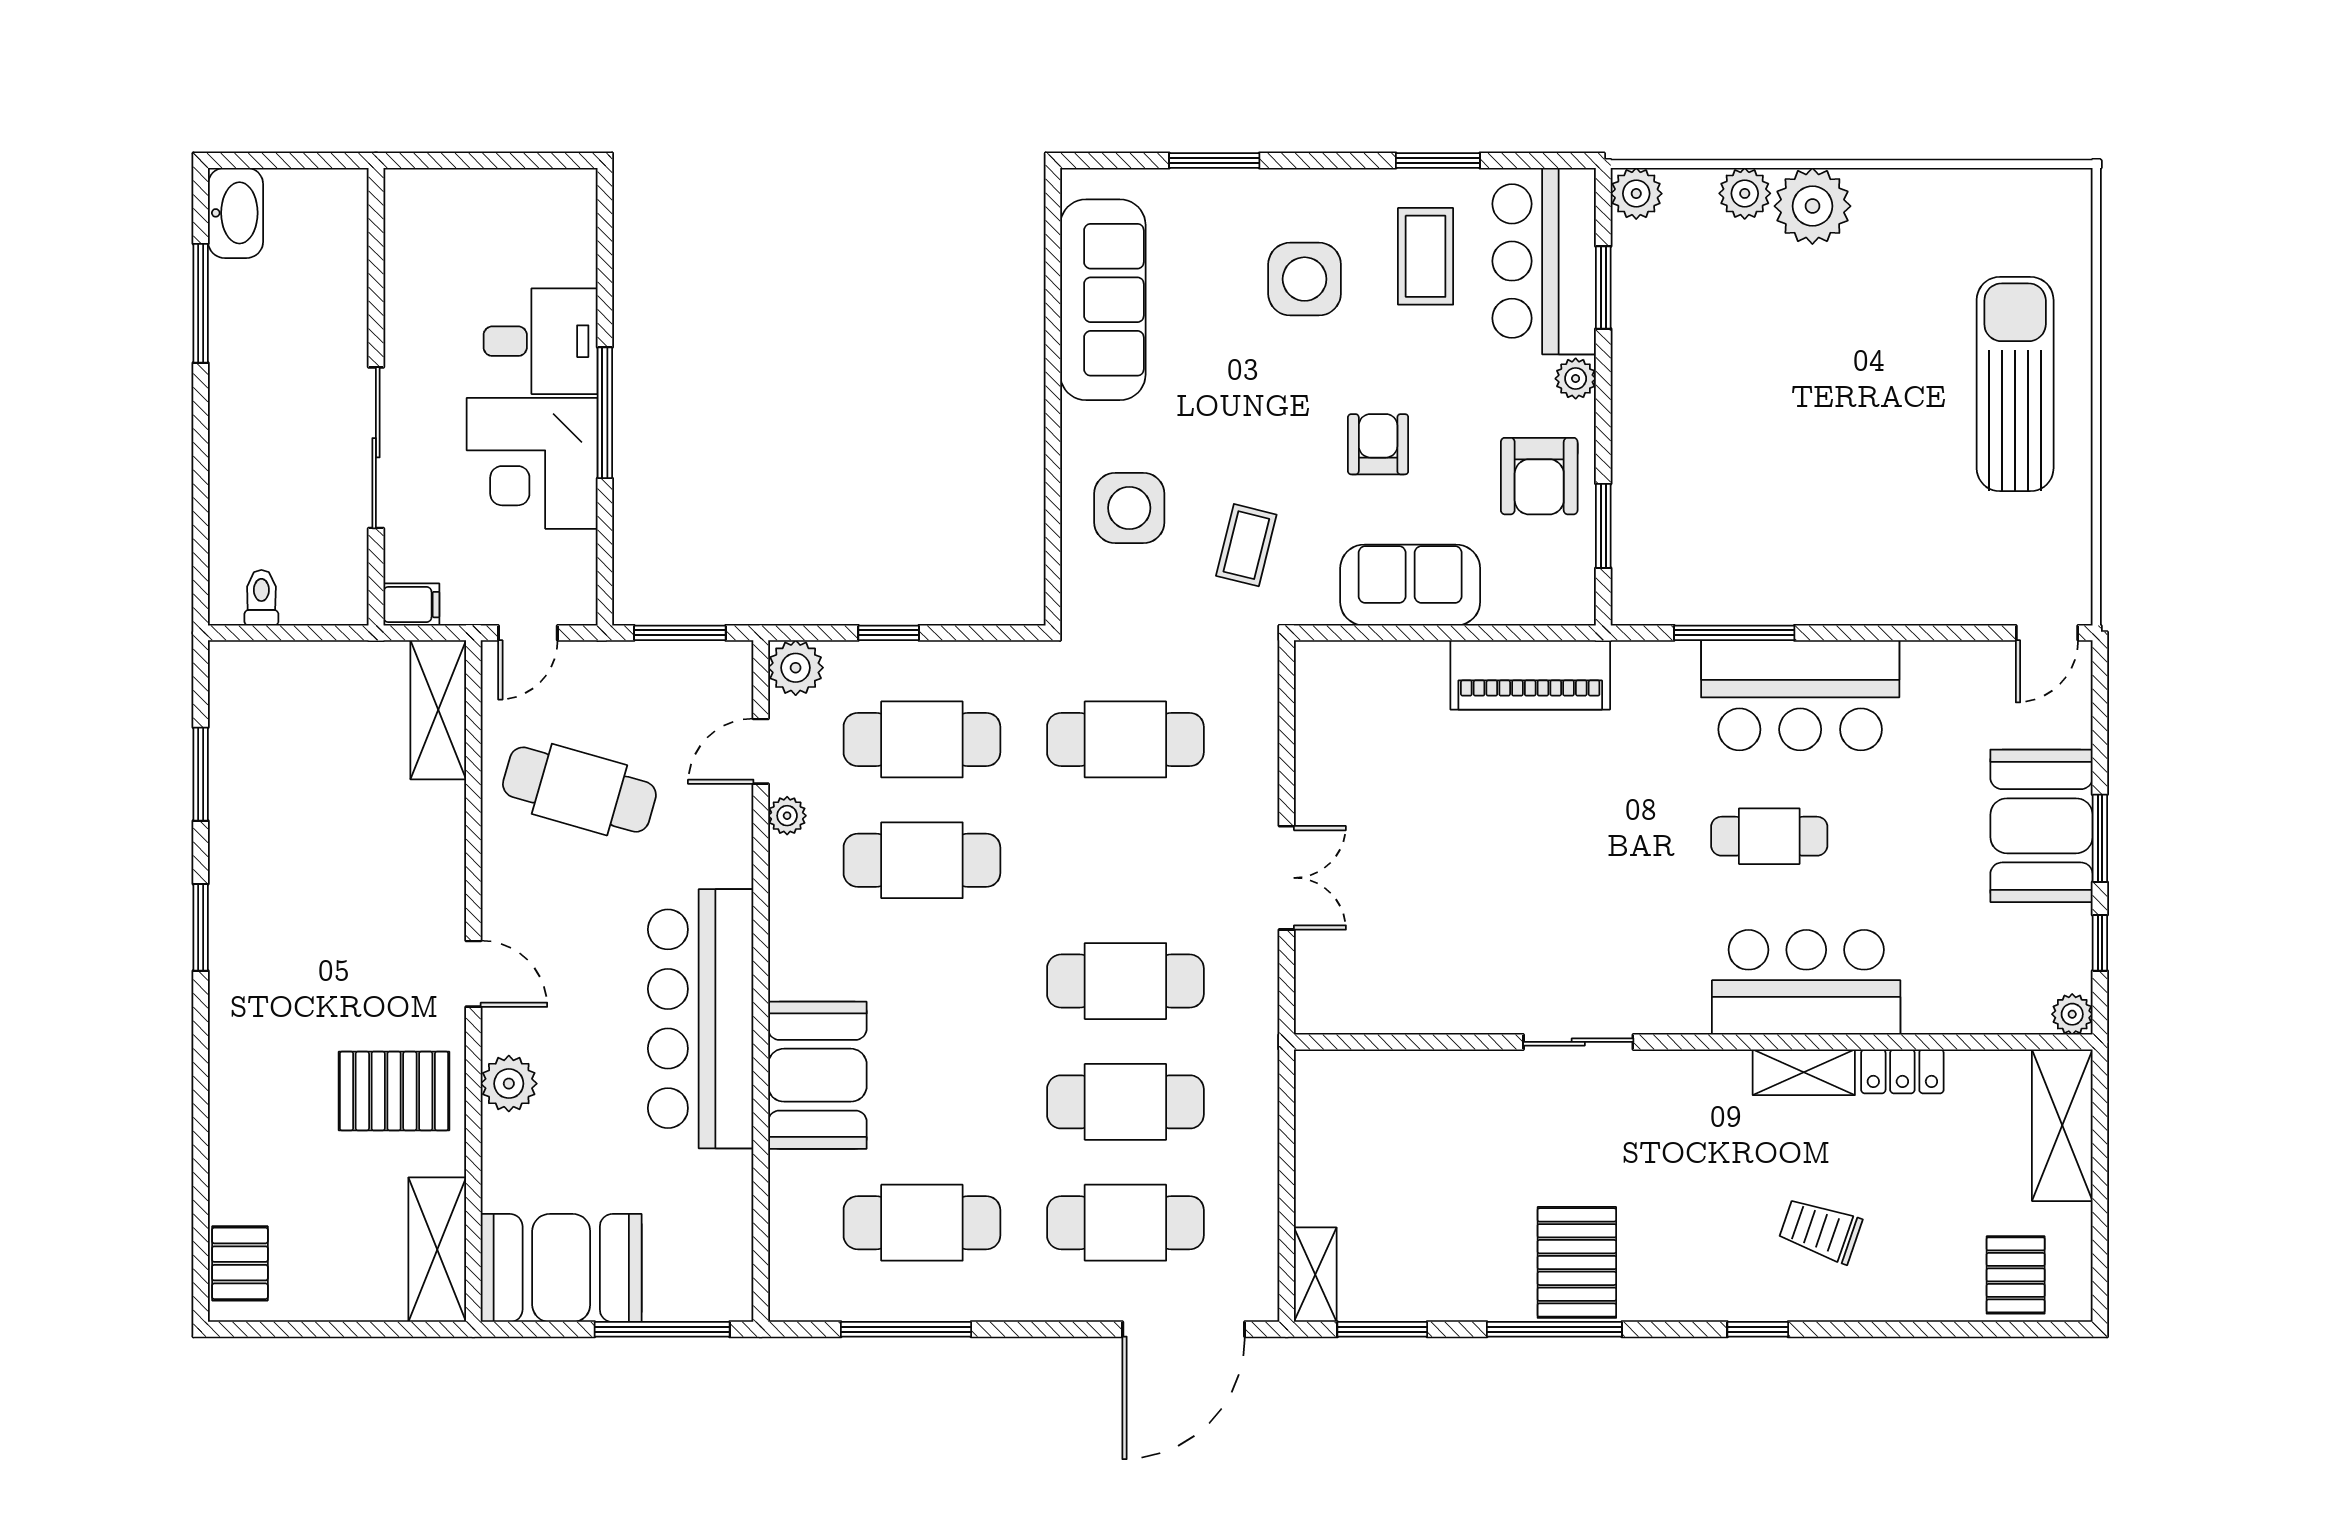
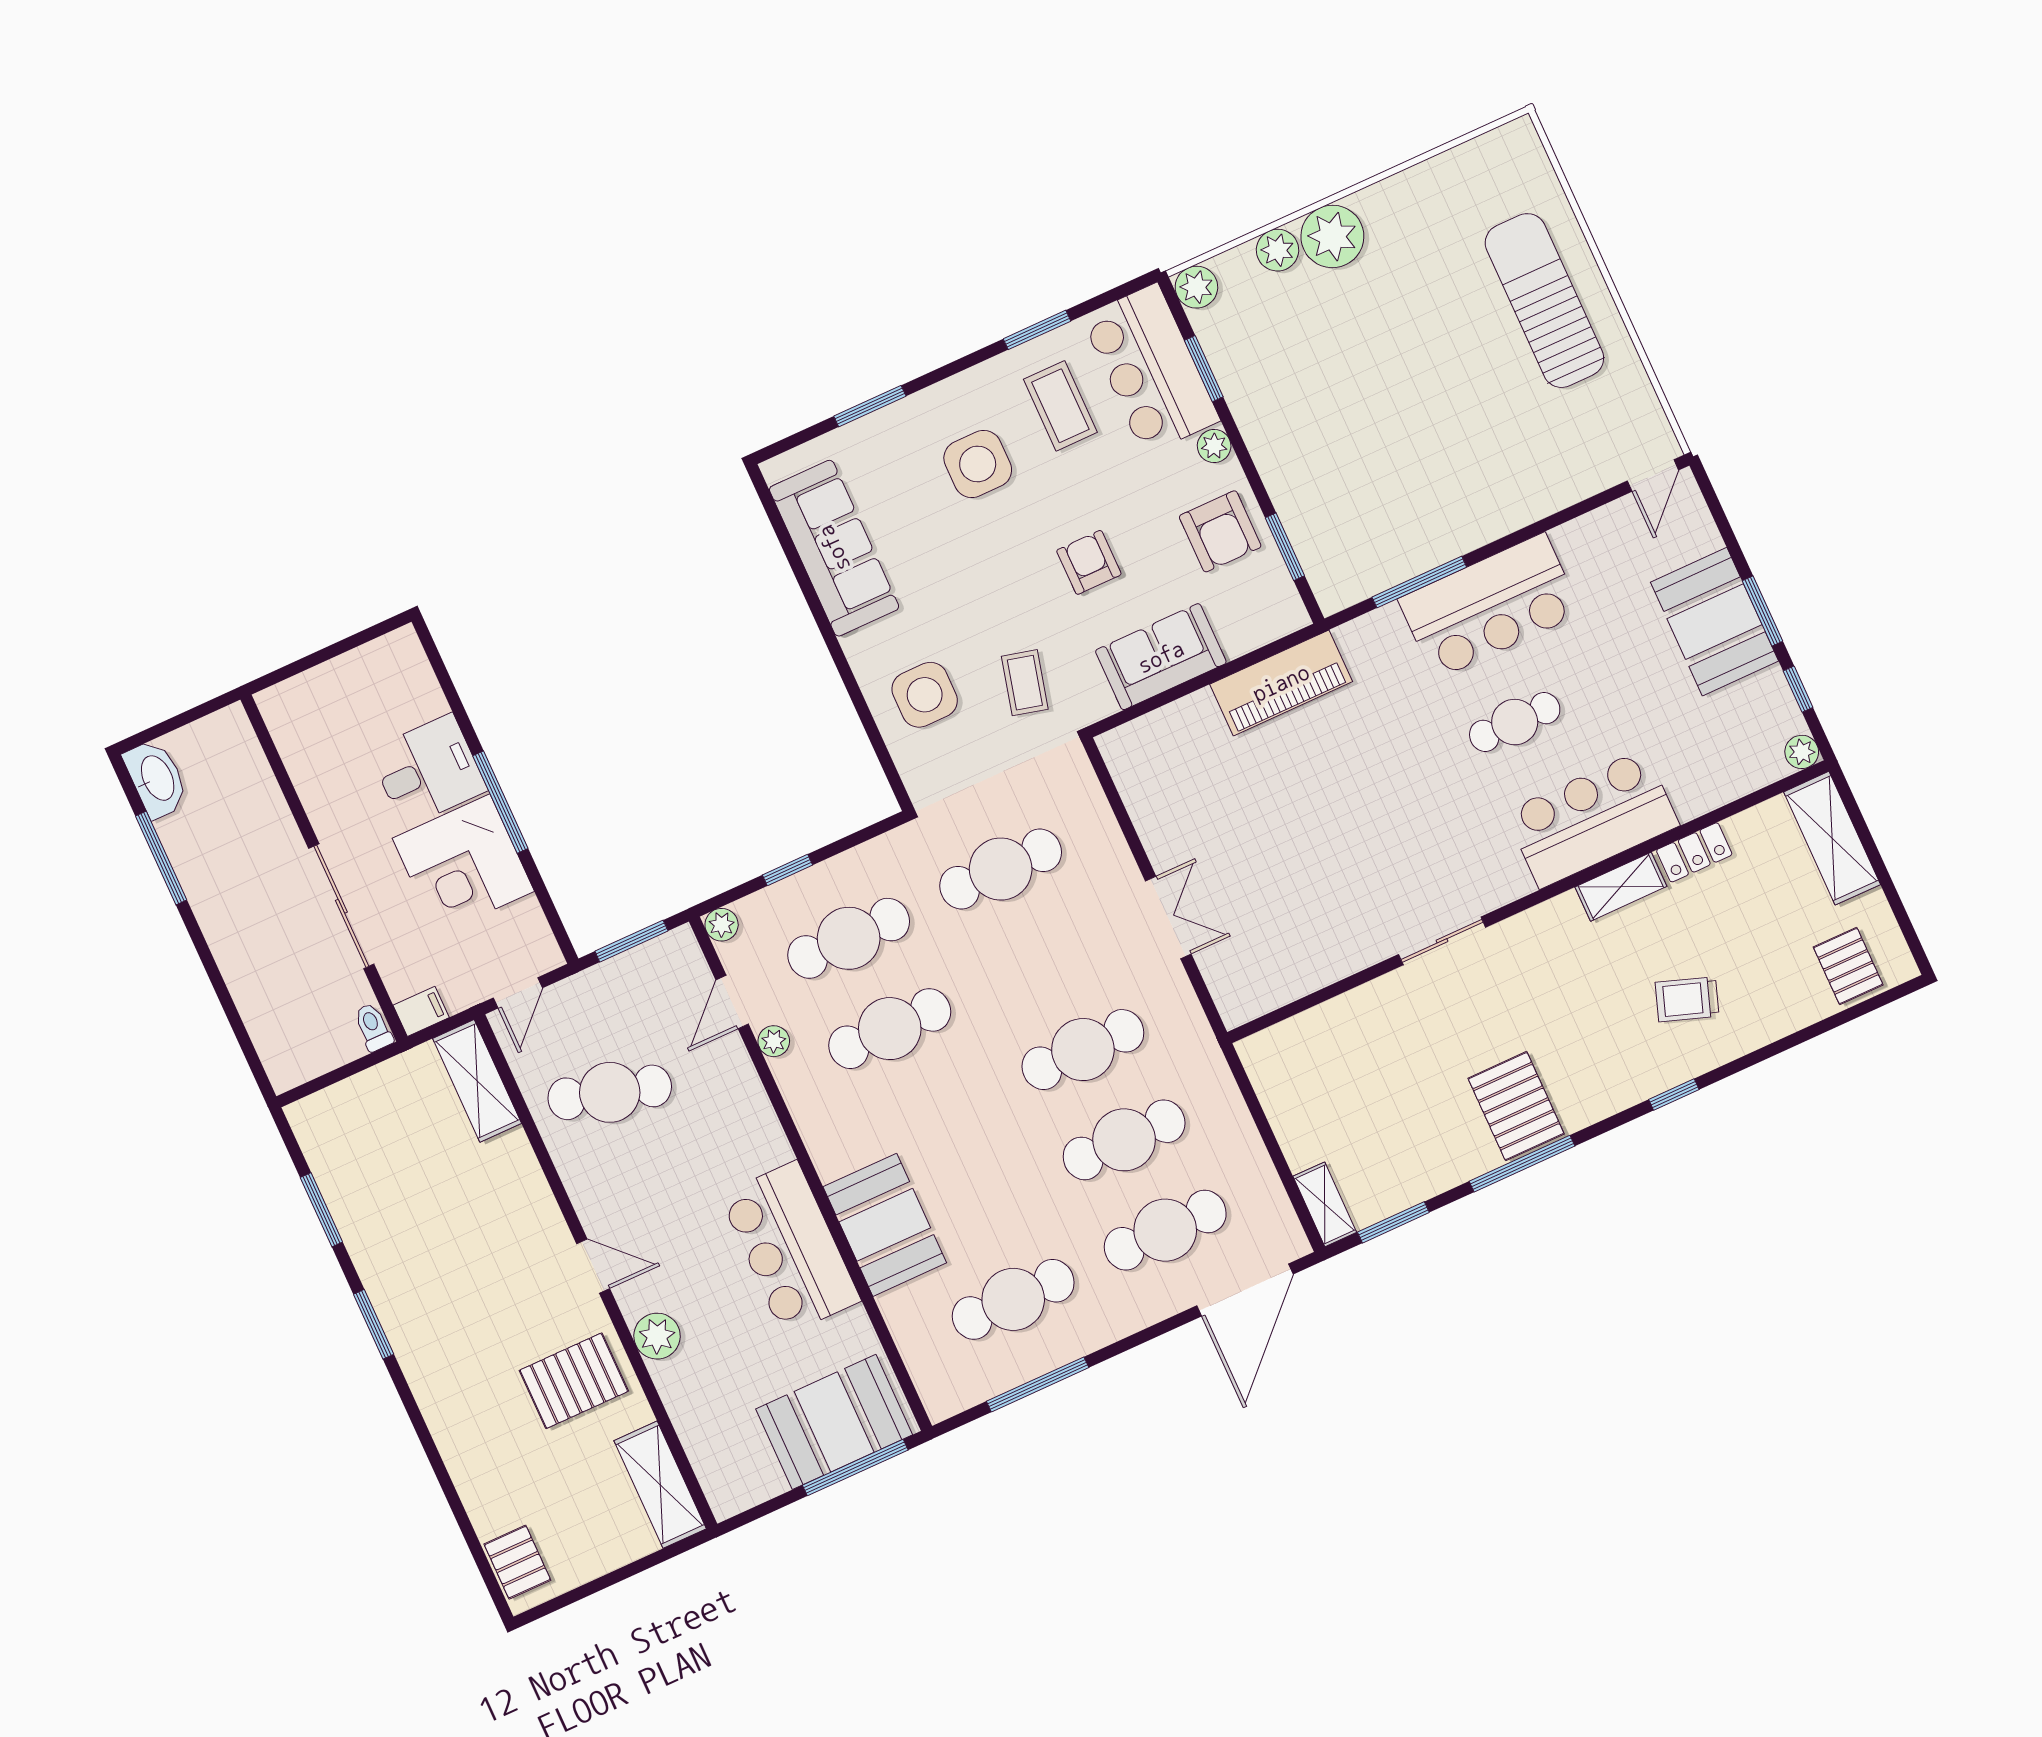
toilet: (261, 598) -> (373, 1027), moved
plant: (796, 668) -> (722, 925), width x0.73, depth x0.73
bar counter: (701, 1019) -> (790, 1248), width x0.73
booth: (561, 1268) -> (834, 1422), moved

